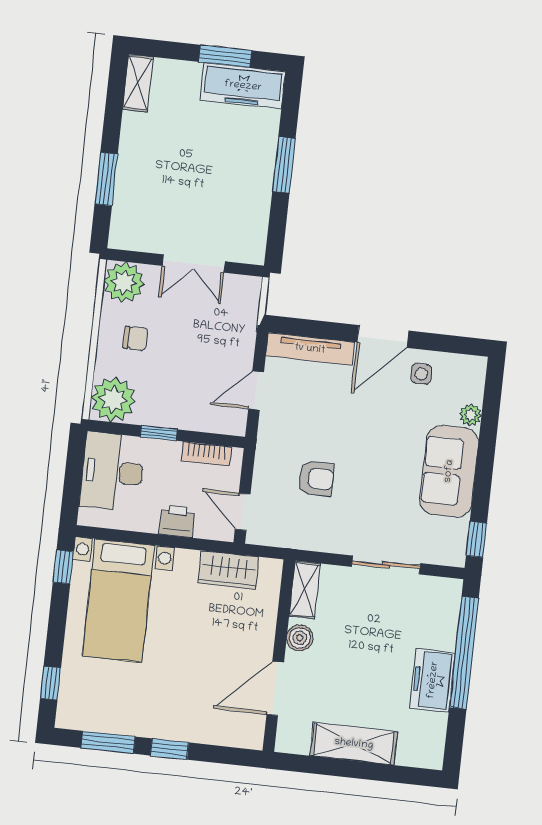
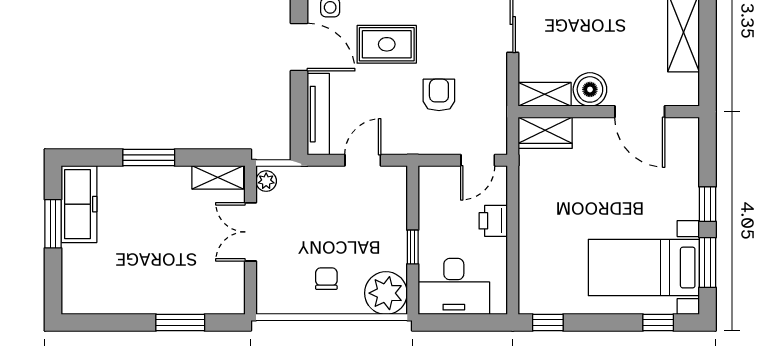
shelving: (138, 83) -> (218, 177), moved
double door: (194, 264) -> (250, 232), swing flipped
plant: (124, 282) -> (266, 181), moved, width x0.53, depth x0.53
door: (256, 391) -> (363, 160), swing flipped
rug: (376, 429) -> (387, 44), added
bookcase: (206, 454) -> (427, 200), removed
wardrobe: (229, 570) -> (545, 133), moved, turned 90
bed with nightstands: (118, 601) -> (644, 268), moved, turned 180
boiler: (300, 638) -> (590, 89), width x1.36, depth x1.36

